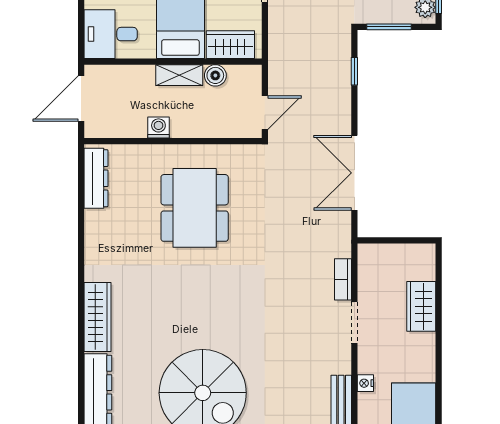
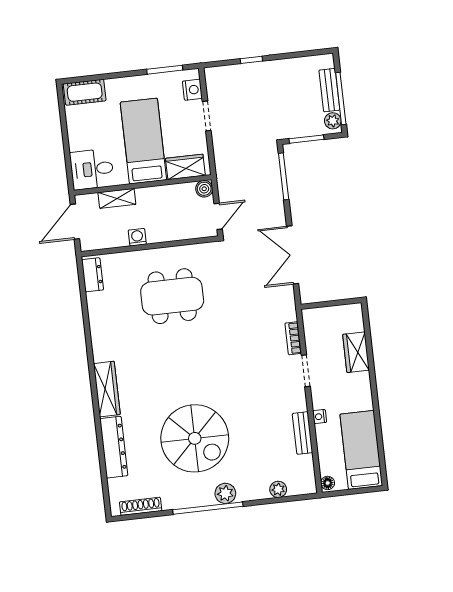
window: (354, 71) -> (284, 176), width x2.17
shelving: (179, 75) -> (117, 198), moved
boiler: (215, 75) -> (204, 189), moved
dresser: (96, 178) -> (93, 275), width x0.70
dining table: (195, 208) -> (172, 296), turned 90

